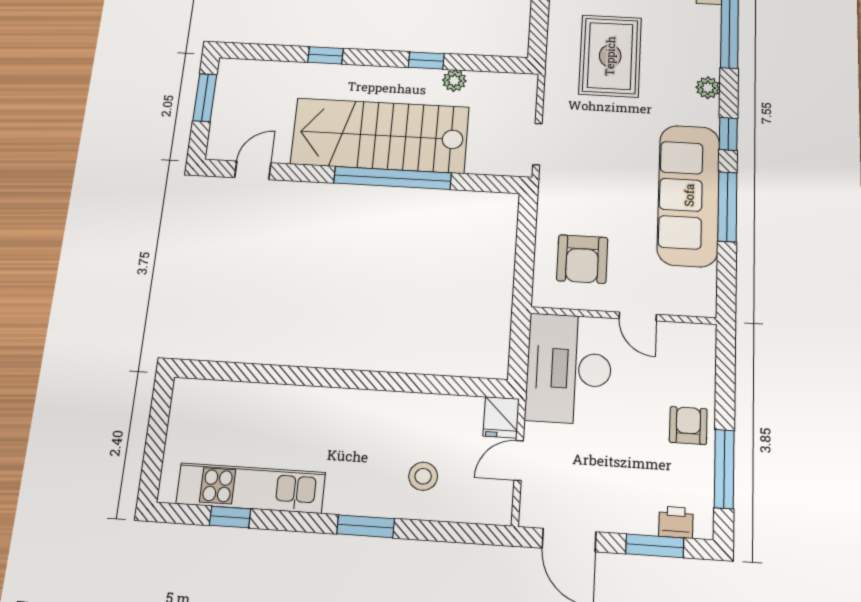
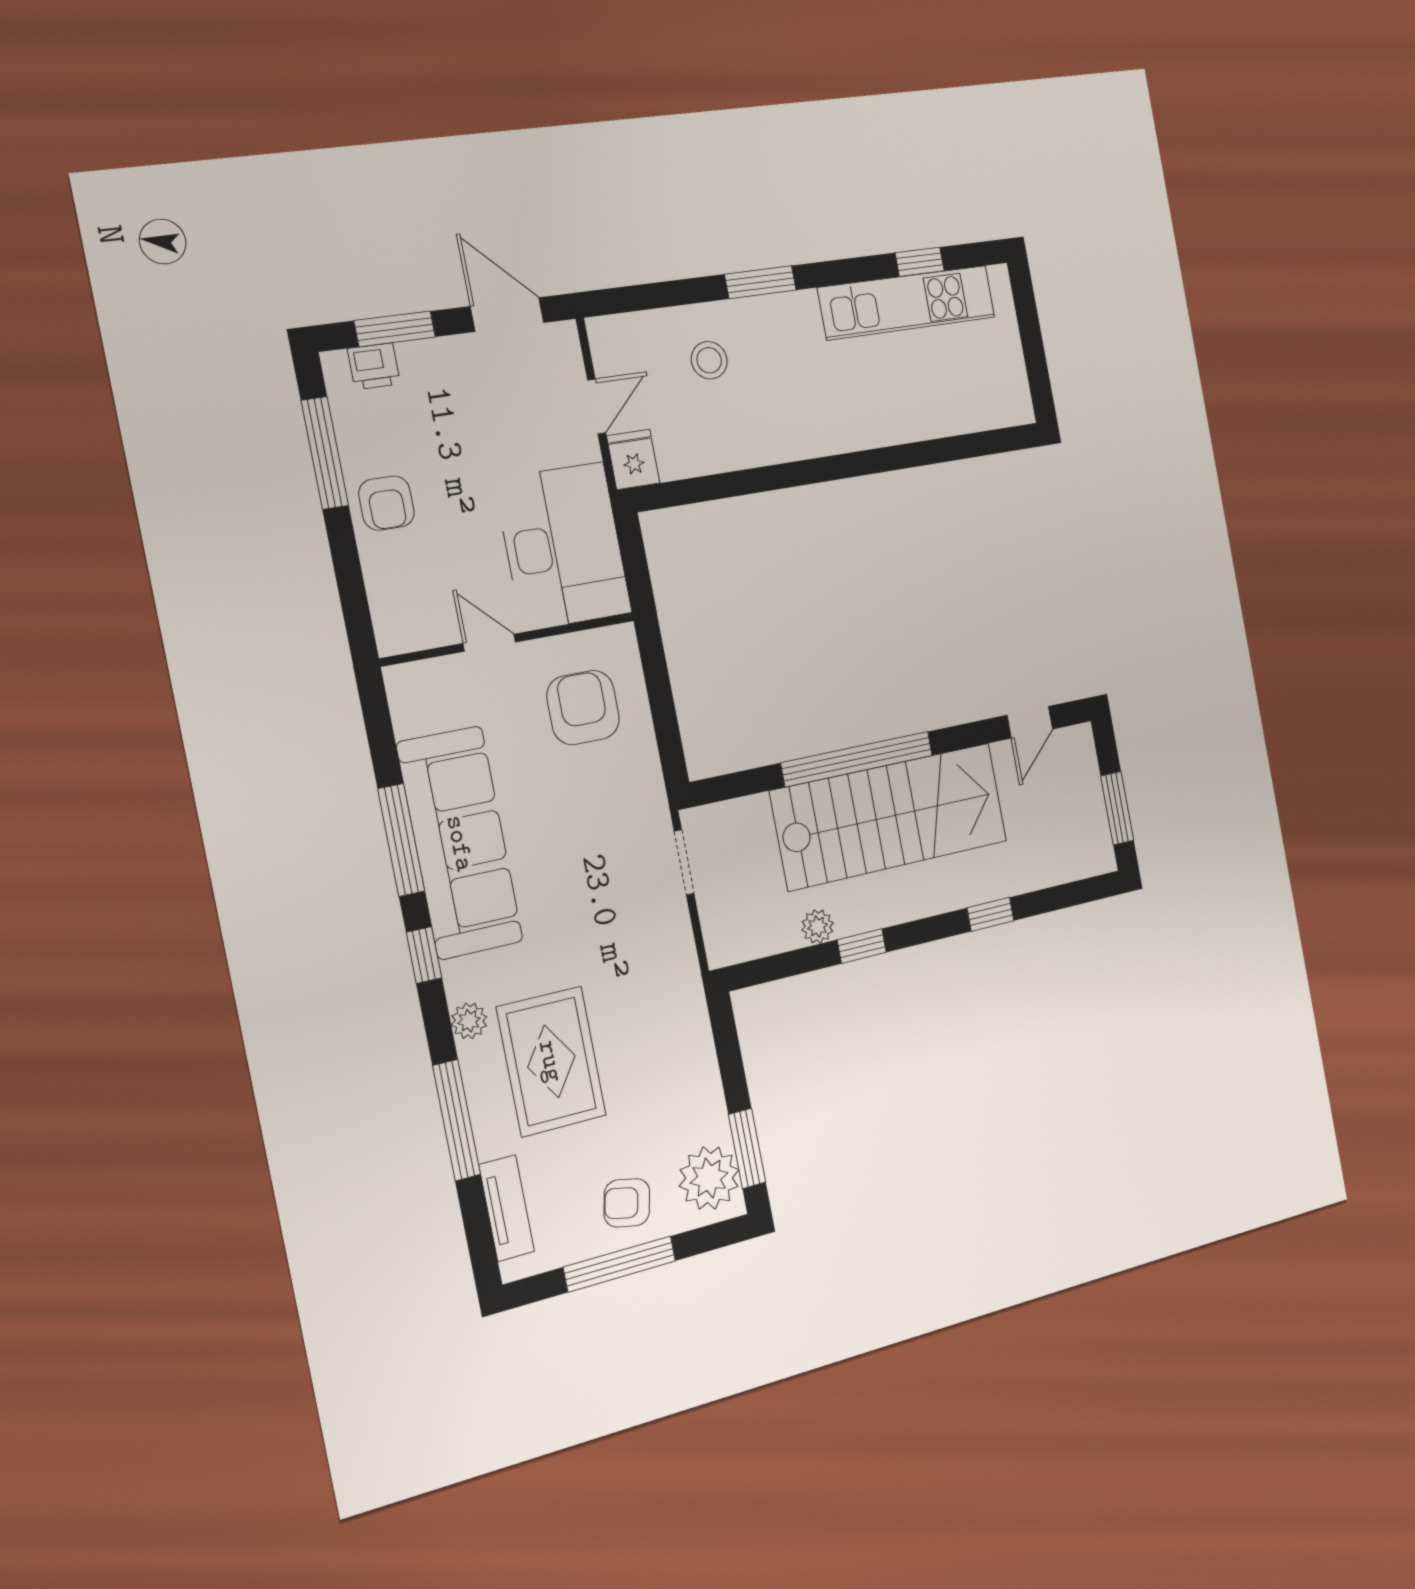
rug: (610, 56) -> (551, 1061), moved

